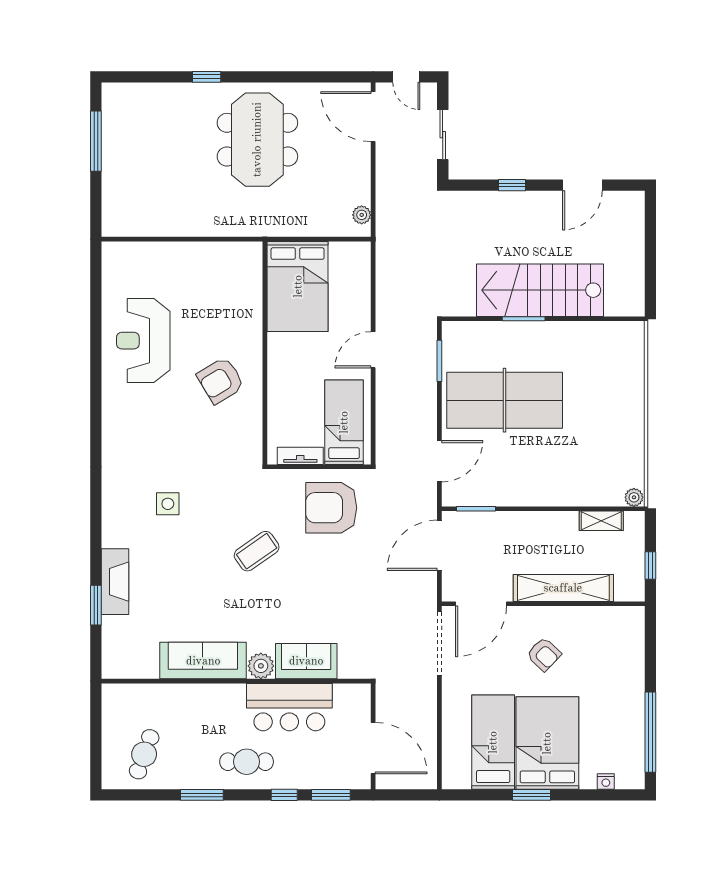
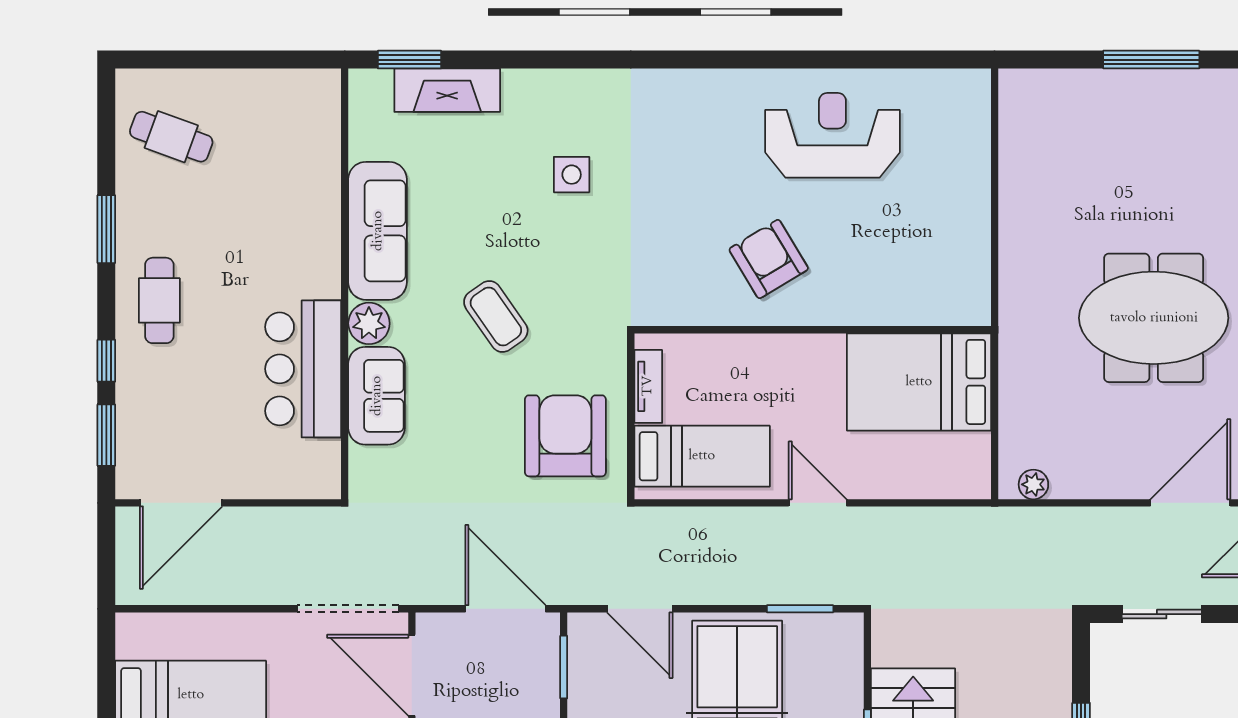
sofa: (203, 661) -> (378, 231), moved
sofa: (306, 661) -> (377, 396), moved
plant: (261, 666) -> (369, 323), moved
wall: (236, 681) -> (345, 284), moved
bar counter: (289, 707) -> (303, 369), moved

